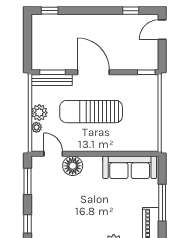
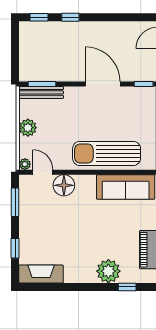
window: (131, 11) -> (70, 17), moved
door: (93, 72) -> (103, 84), moved
sun lounger: (91, 112) -> (107, 153), moved
plant: (36, 127) -> (25, 164), moved

